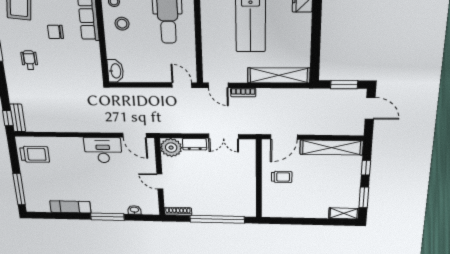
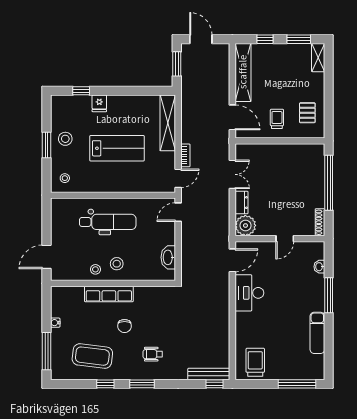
washbasin: (115, 71) -> (168, 257), moved, turned -90
door: (370, 108) -> (201, 39), hinge flipped
bench: (18, 118) -> (209, 374), width x1.36
pallet: (287, 203) -> (307, 113), added

